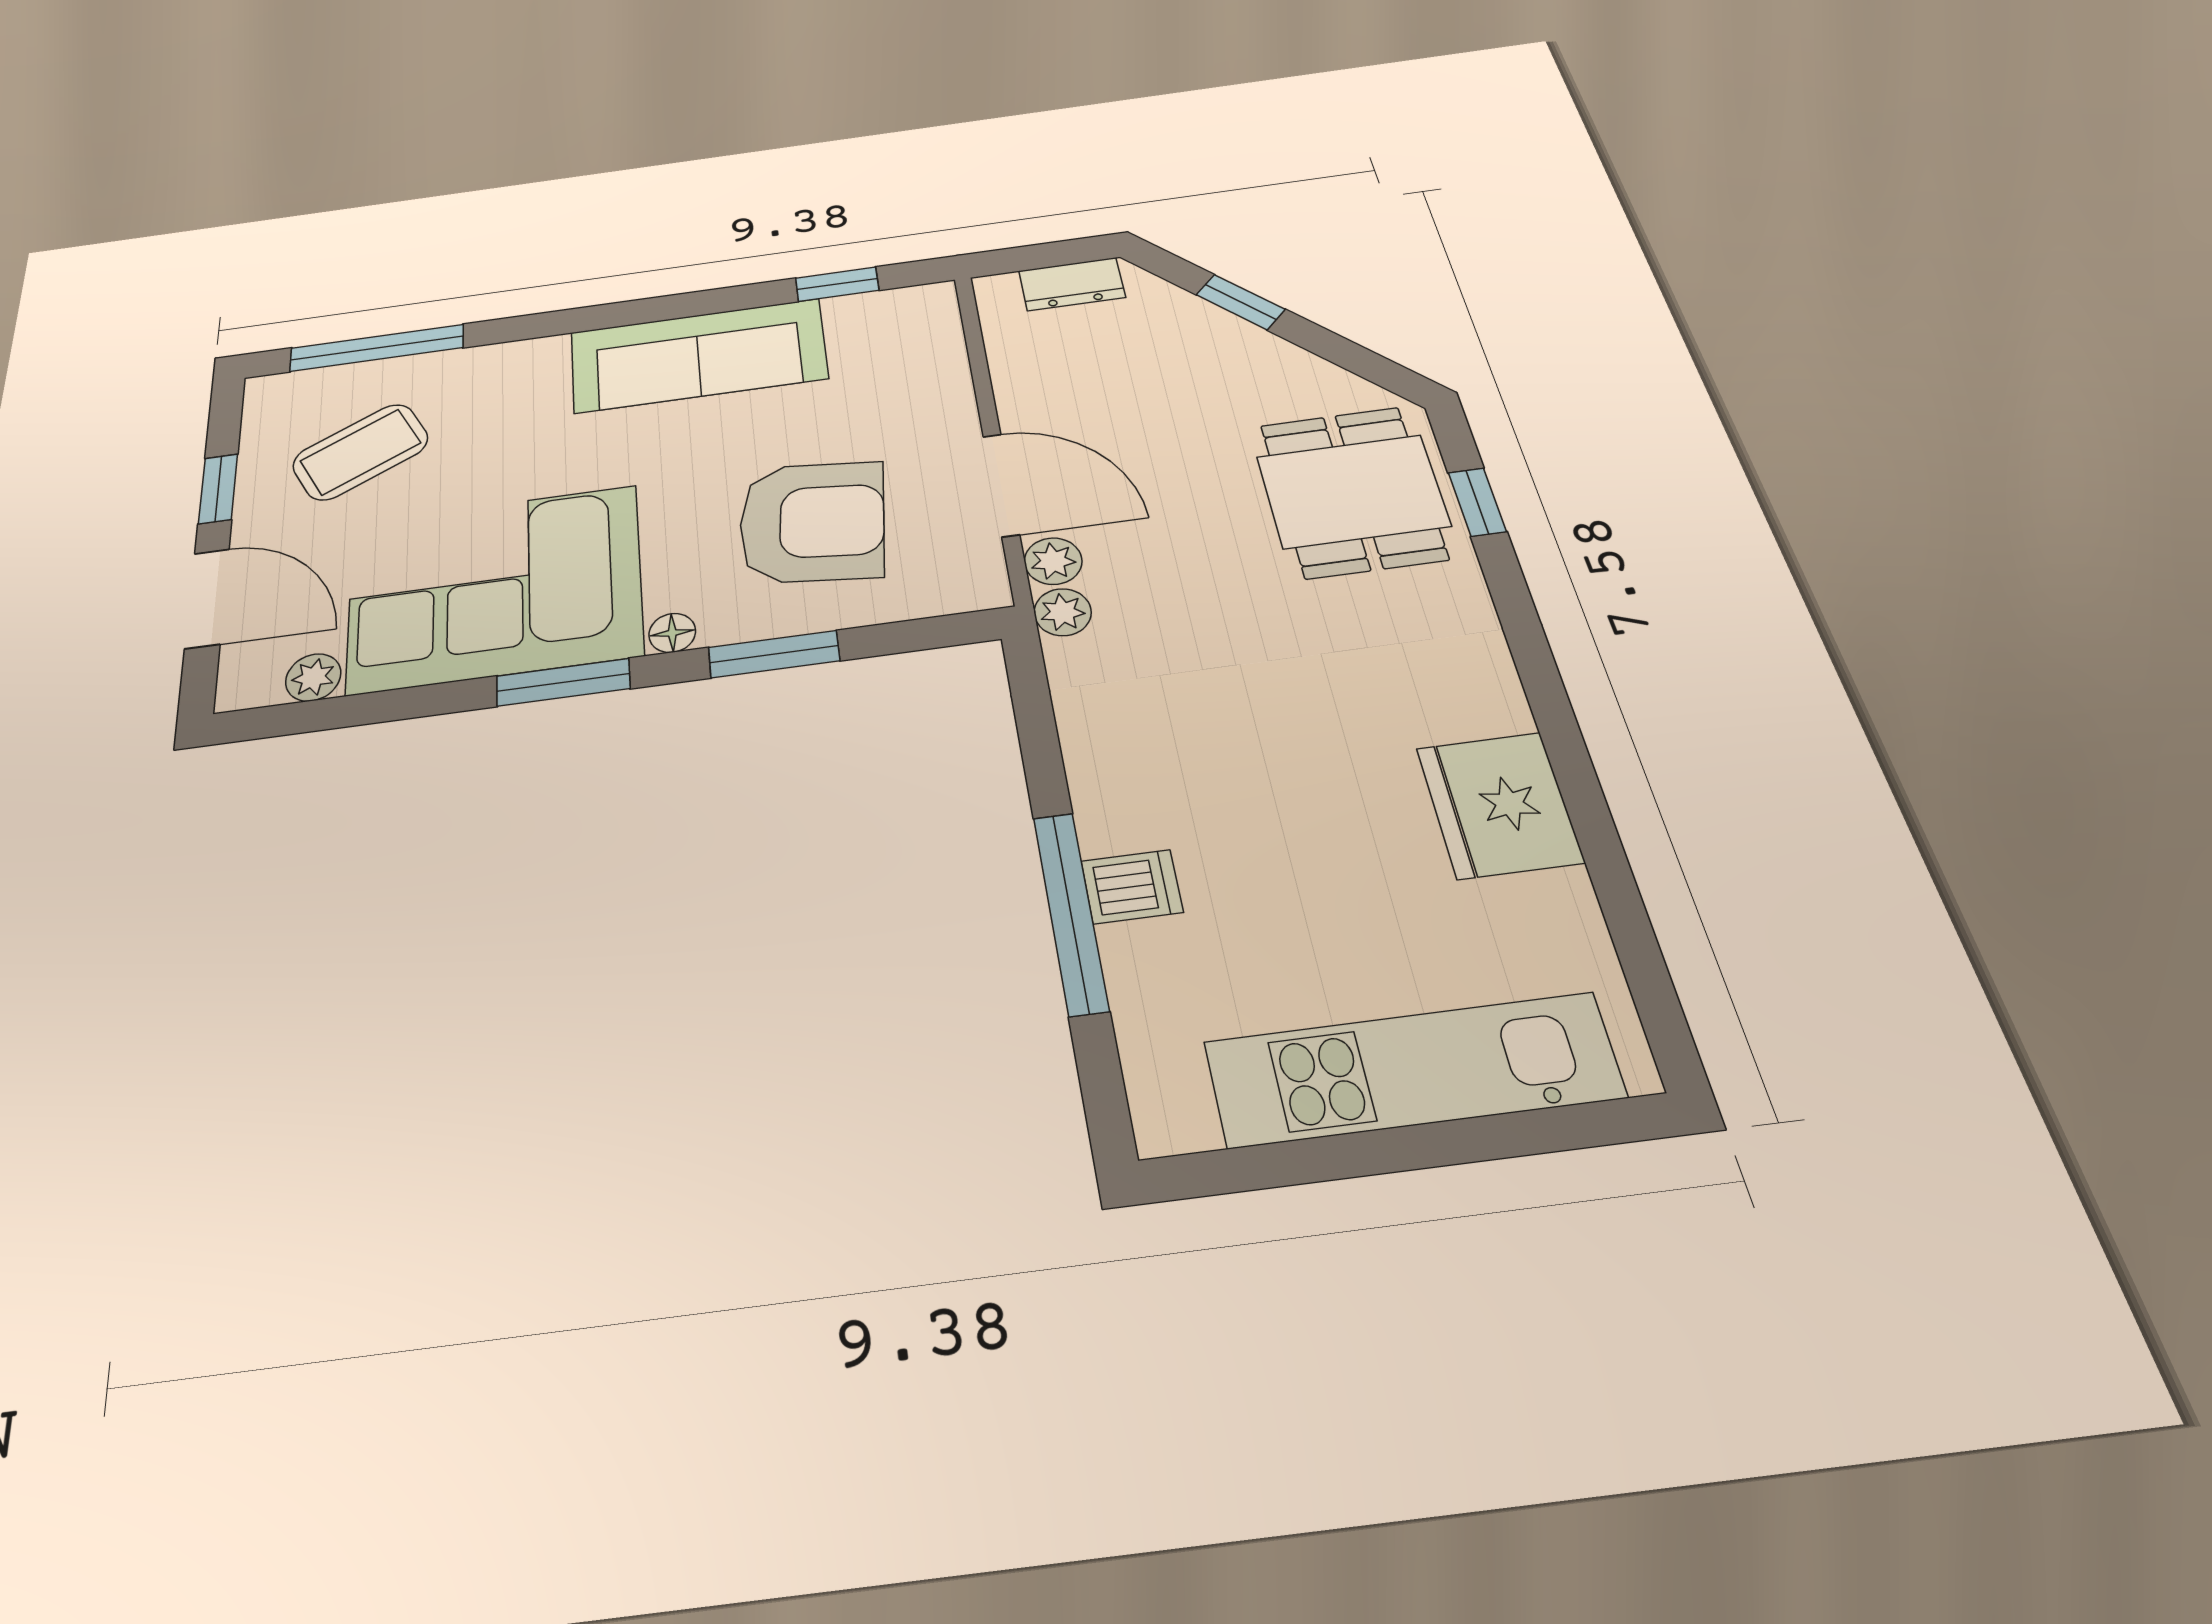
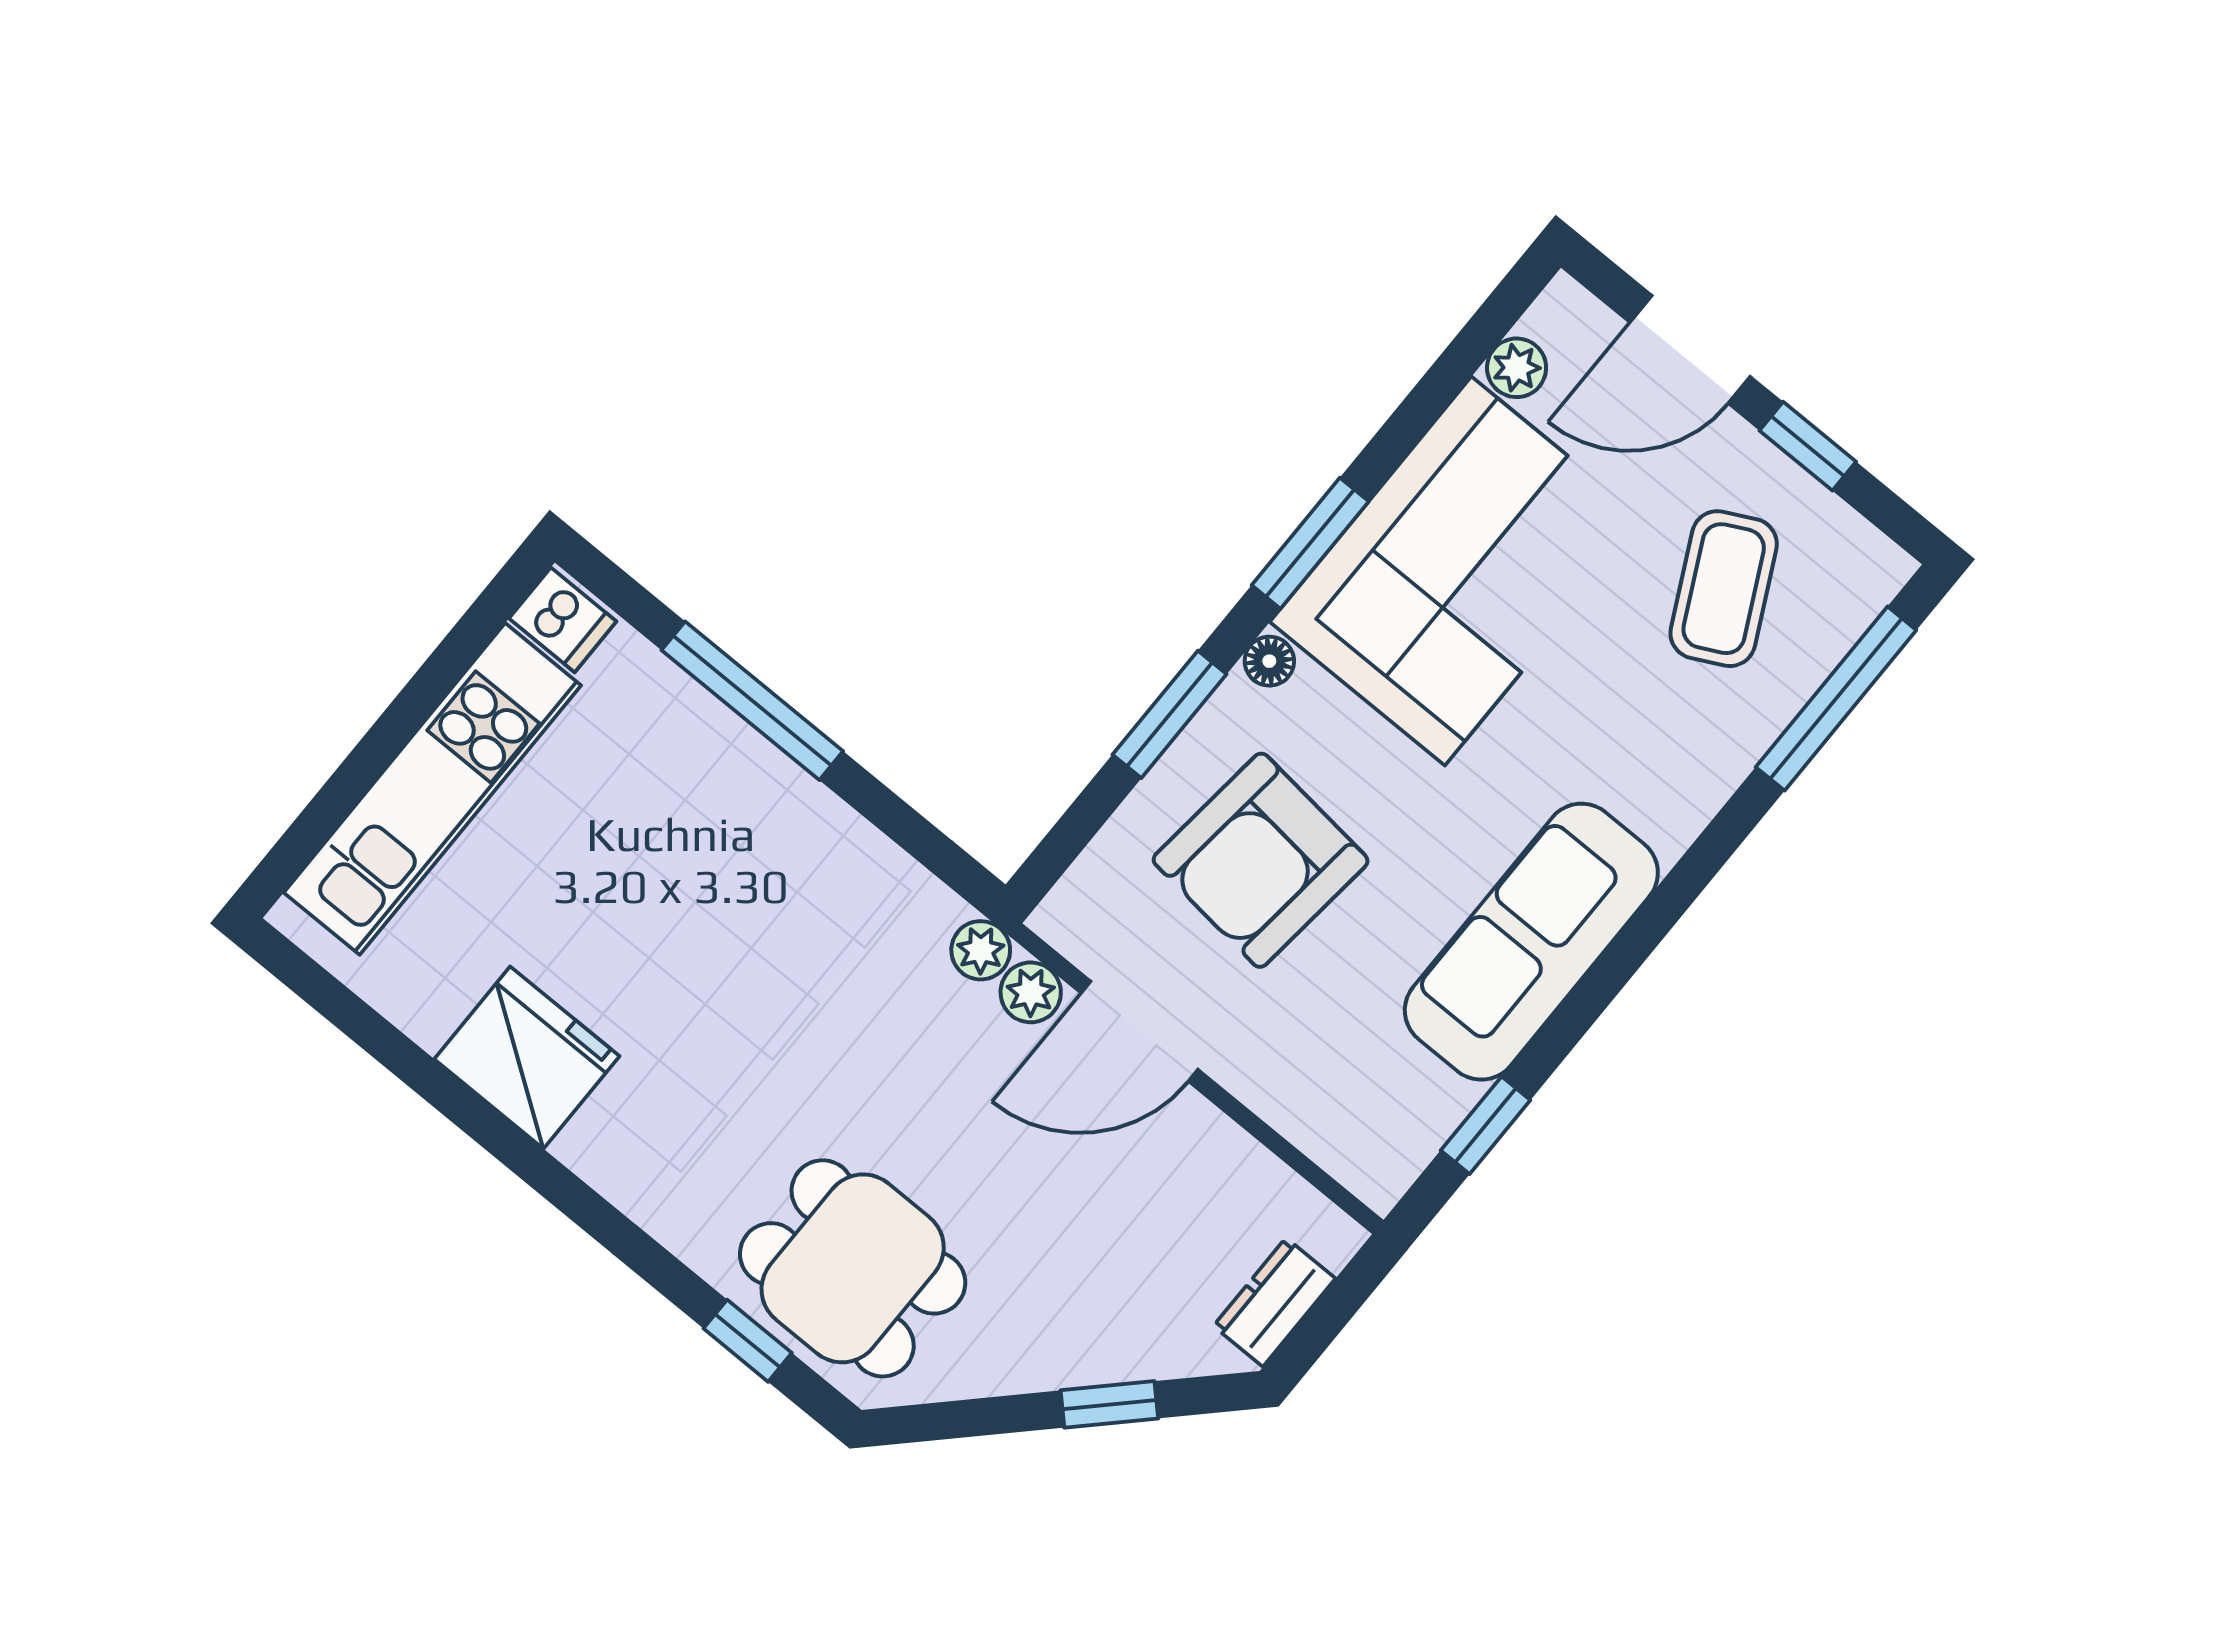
dishwasher: (1132, 887) -> (563, 620), moved, turned -90

